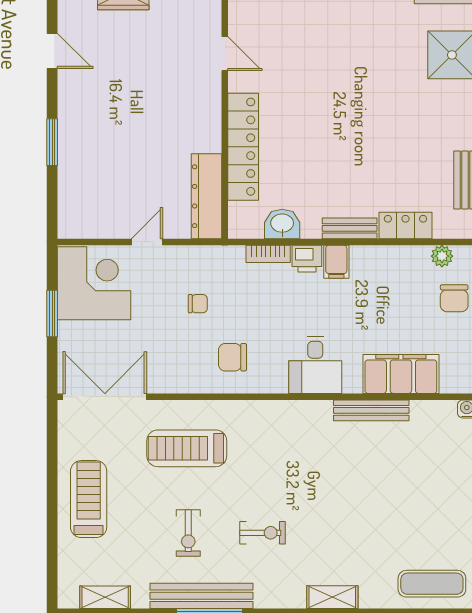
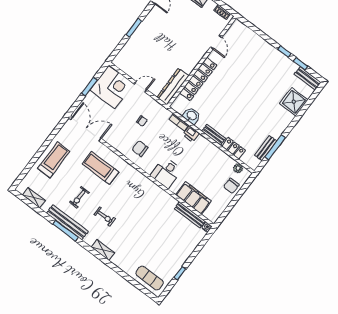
filing cabinet: (336, 262) -> (200, 143), removed
bench: (371, 410) -> (190, 215), moved
shelving: (332, 597) -> (103, 250), moved

